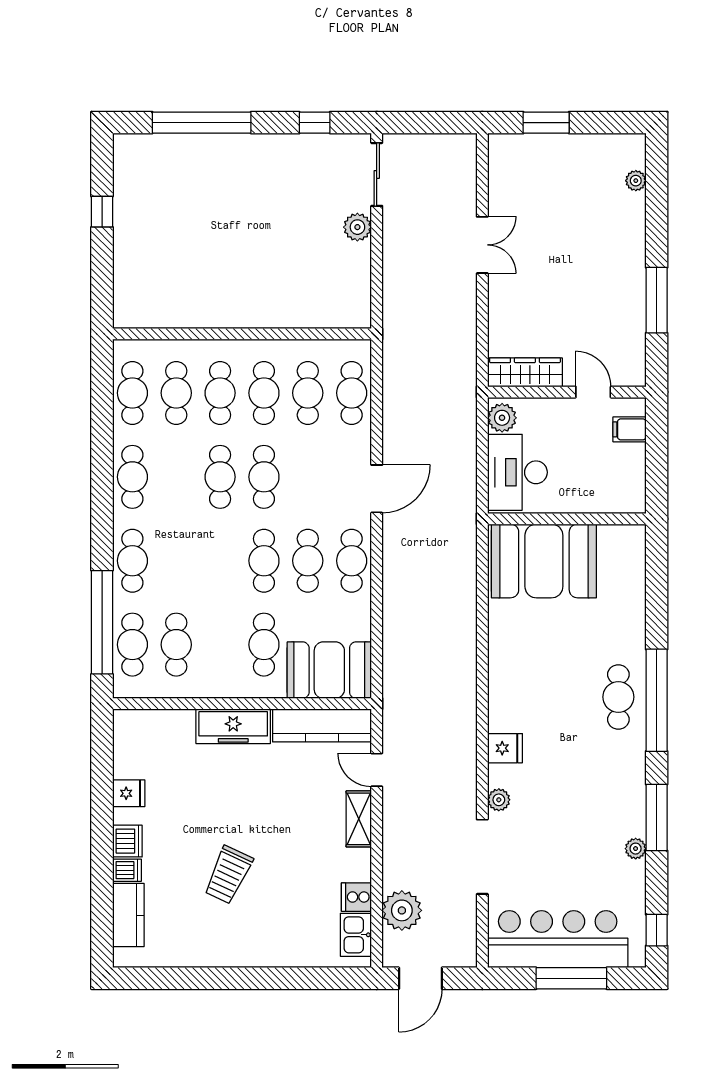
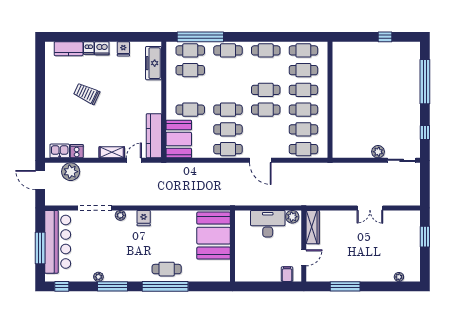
wall: (567, 519) -> (233, 246), moved
booth: (544, 561) -> (214, 236), moved
freezer: (233, 726) -> (153, 63), moved

